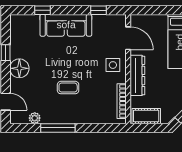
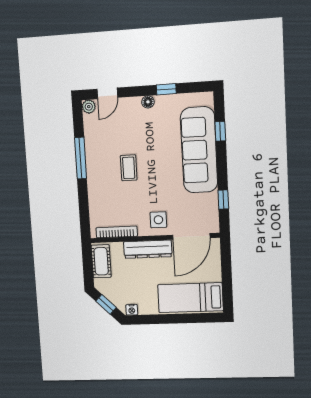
sofa: (66, 25) -> (199, 150), width x1.36, depth x1.27
door: (128, 38) -> (191, 236), width x1.36
floor lamp: (19, 68) -> (148, 102), width x0.53, depth x0.53
plant: (35, 118) -> (89, 107), moved

